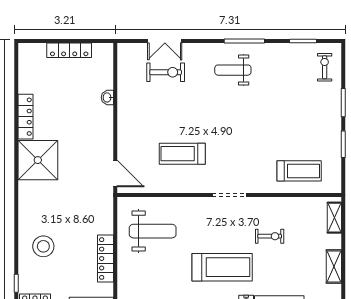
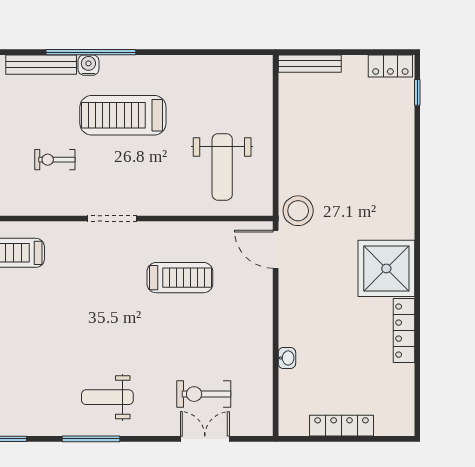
weight bench: (233, 70) -> (107, 397), turned 180
weight bench: (153, 231) -> (222, 167), turned -90
stool: (43, 246) -> (298, 211), moved
locker: (106, 259) -> (289, 128), removed

